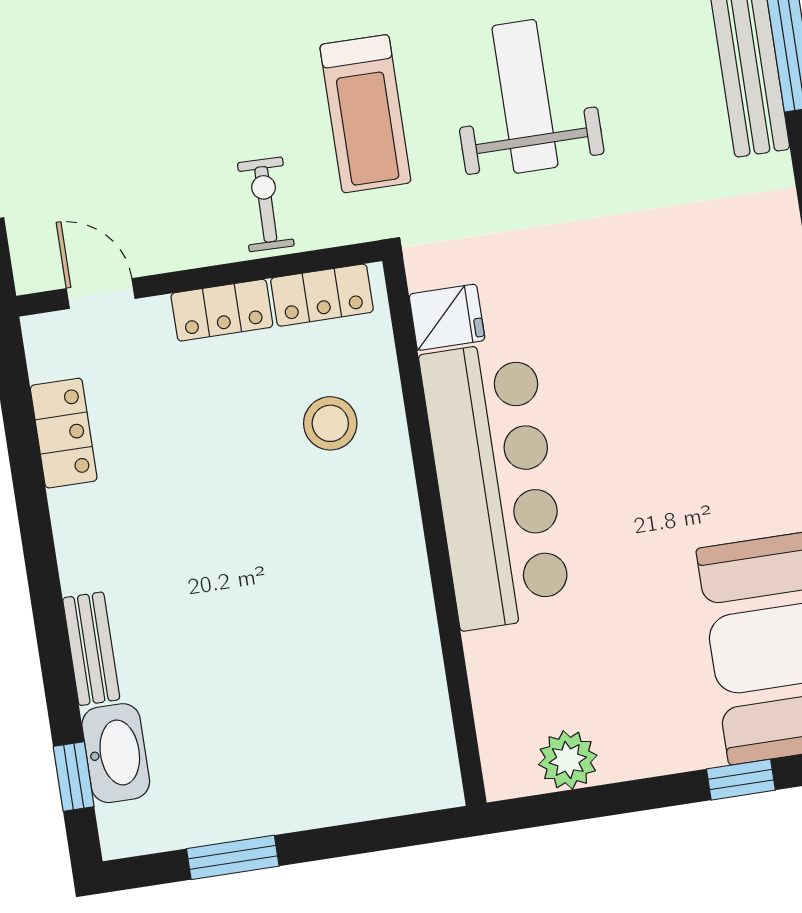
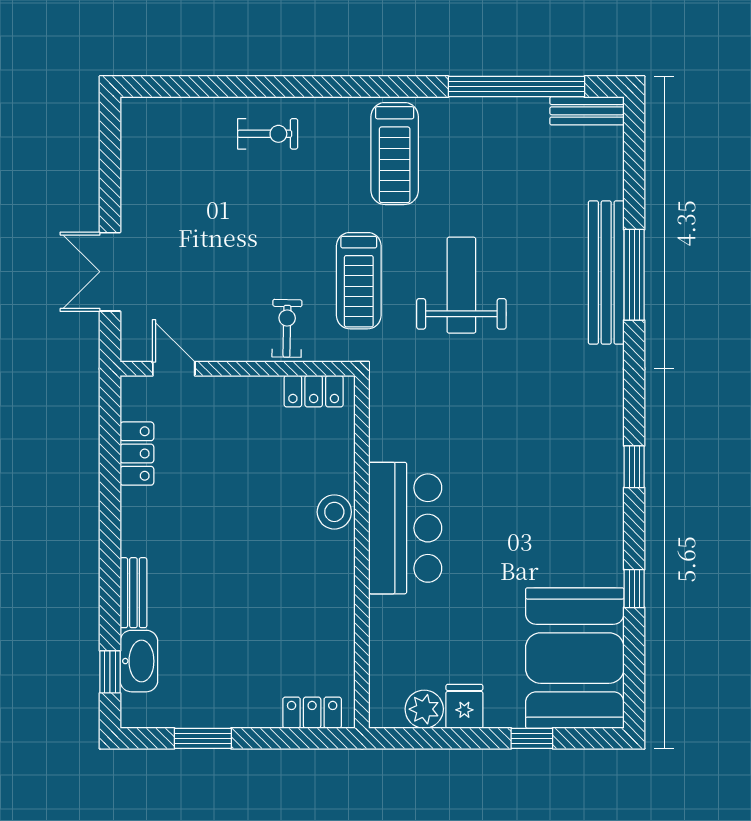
locker: (222, 310) -> (312, 713), moved, turned 180
fridge: (447, 317) -> (464, 706), moved, turned -90
stool: (330, 423) -> (334, 512), moved
bar counter: (496, 485) -> (405, 528), width x0.73

